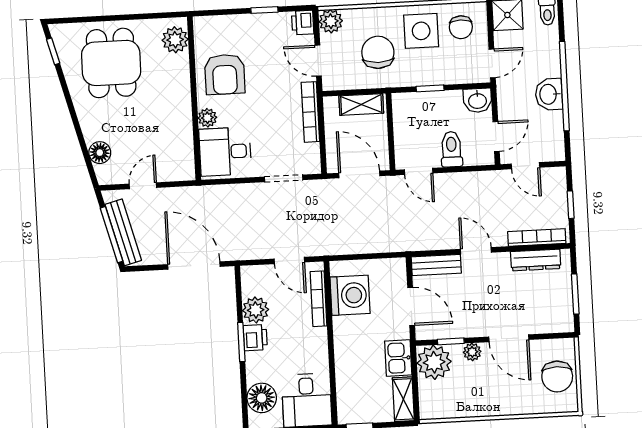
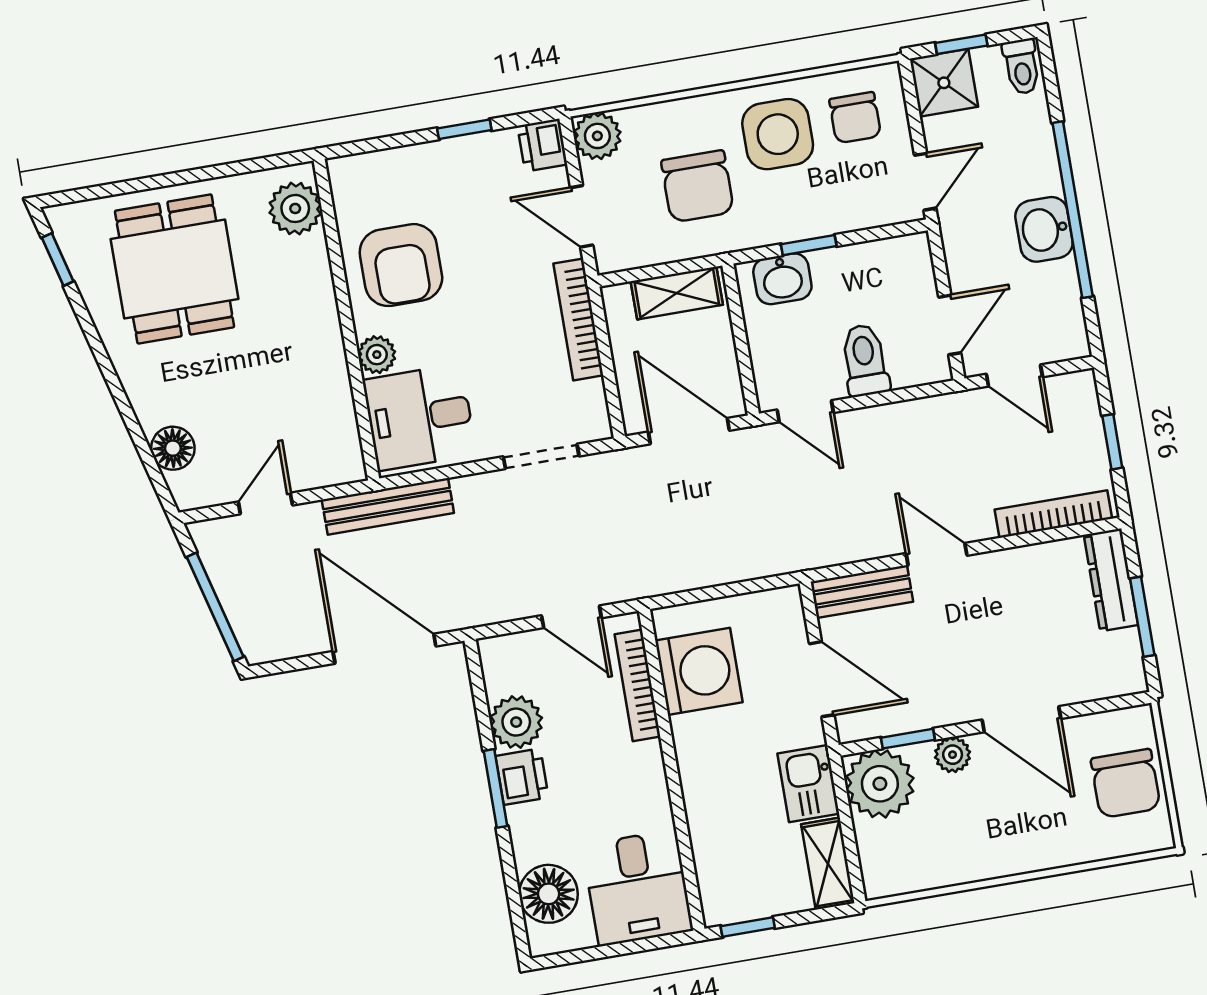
chair: (378, 52) -> (697, 186), turned 180
washbasin: (477, 100) -> (782, 279), moved
bench: (123, 232) -> (388, 506), moved, turned -75
dresser: (536, 260) -> (1111, 580), moved, turned 90

